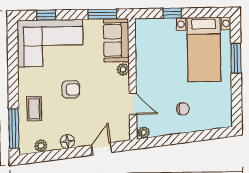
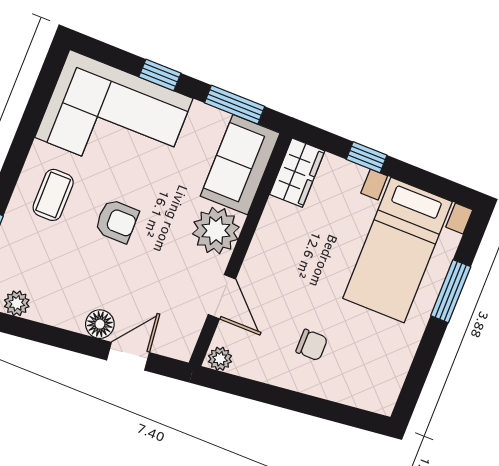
window: (46, 15) -> (160, 75), moved
wardrobe: (144, 33) -> (297, 173), added
plant: (123, 69) -> (216, 231), width x1.88, depth x1.88
coffee table: (34, 109) -> (53, 195), moved
floor lamp: (67, 141) -> (100, 324), moved

